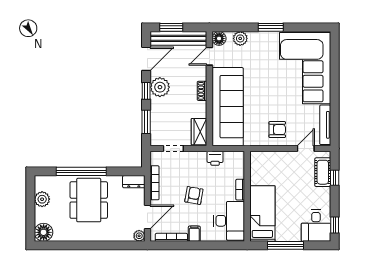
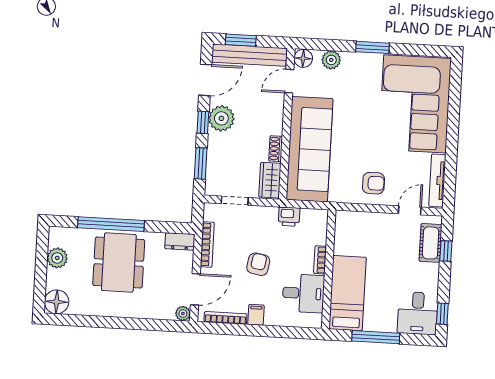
shoe rack: (202, 91) -> (276, 149), moved
desk: (229, 221) -> (303, 293), width x0.73

